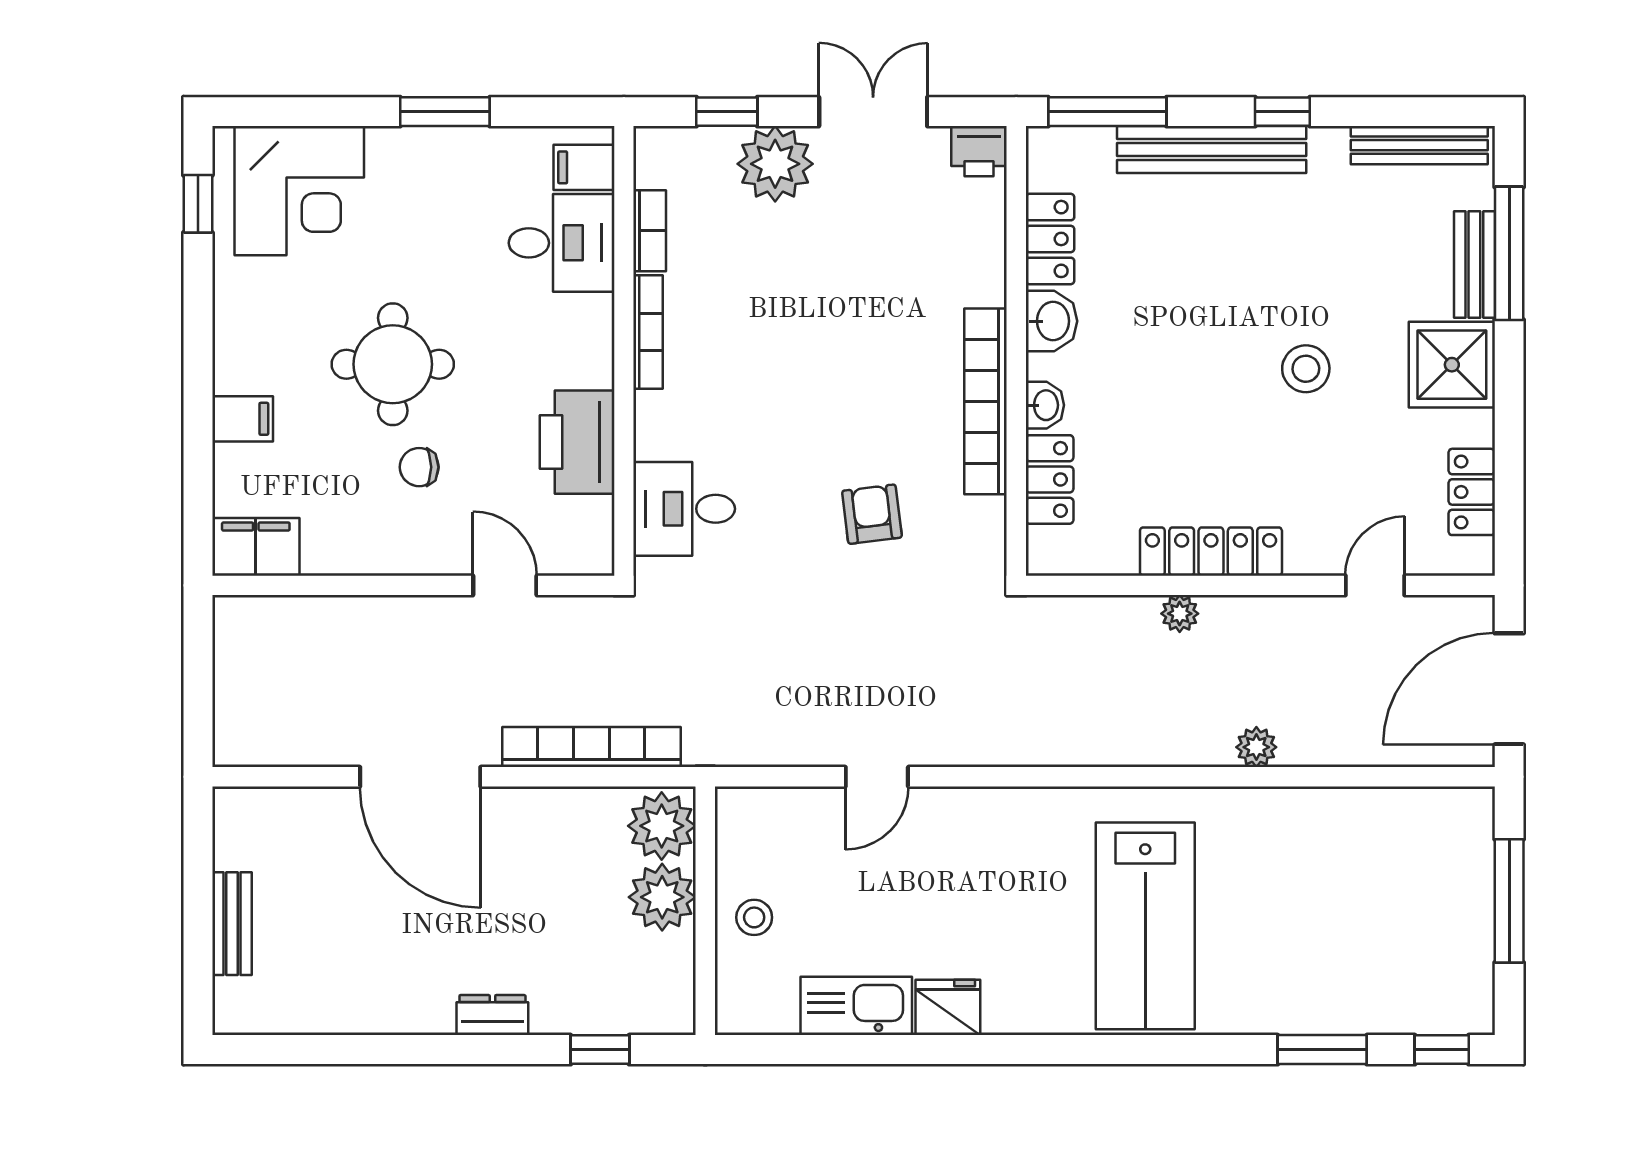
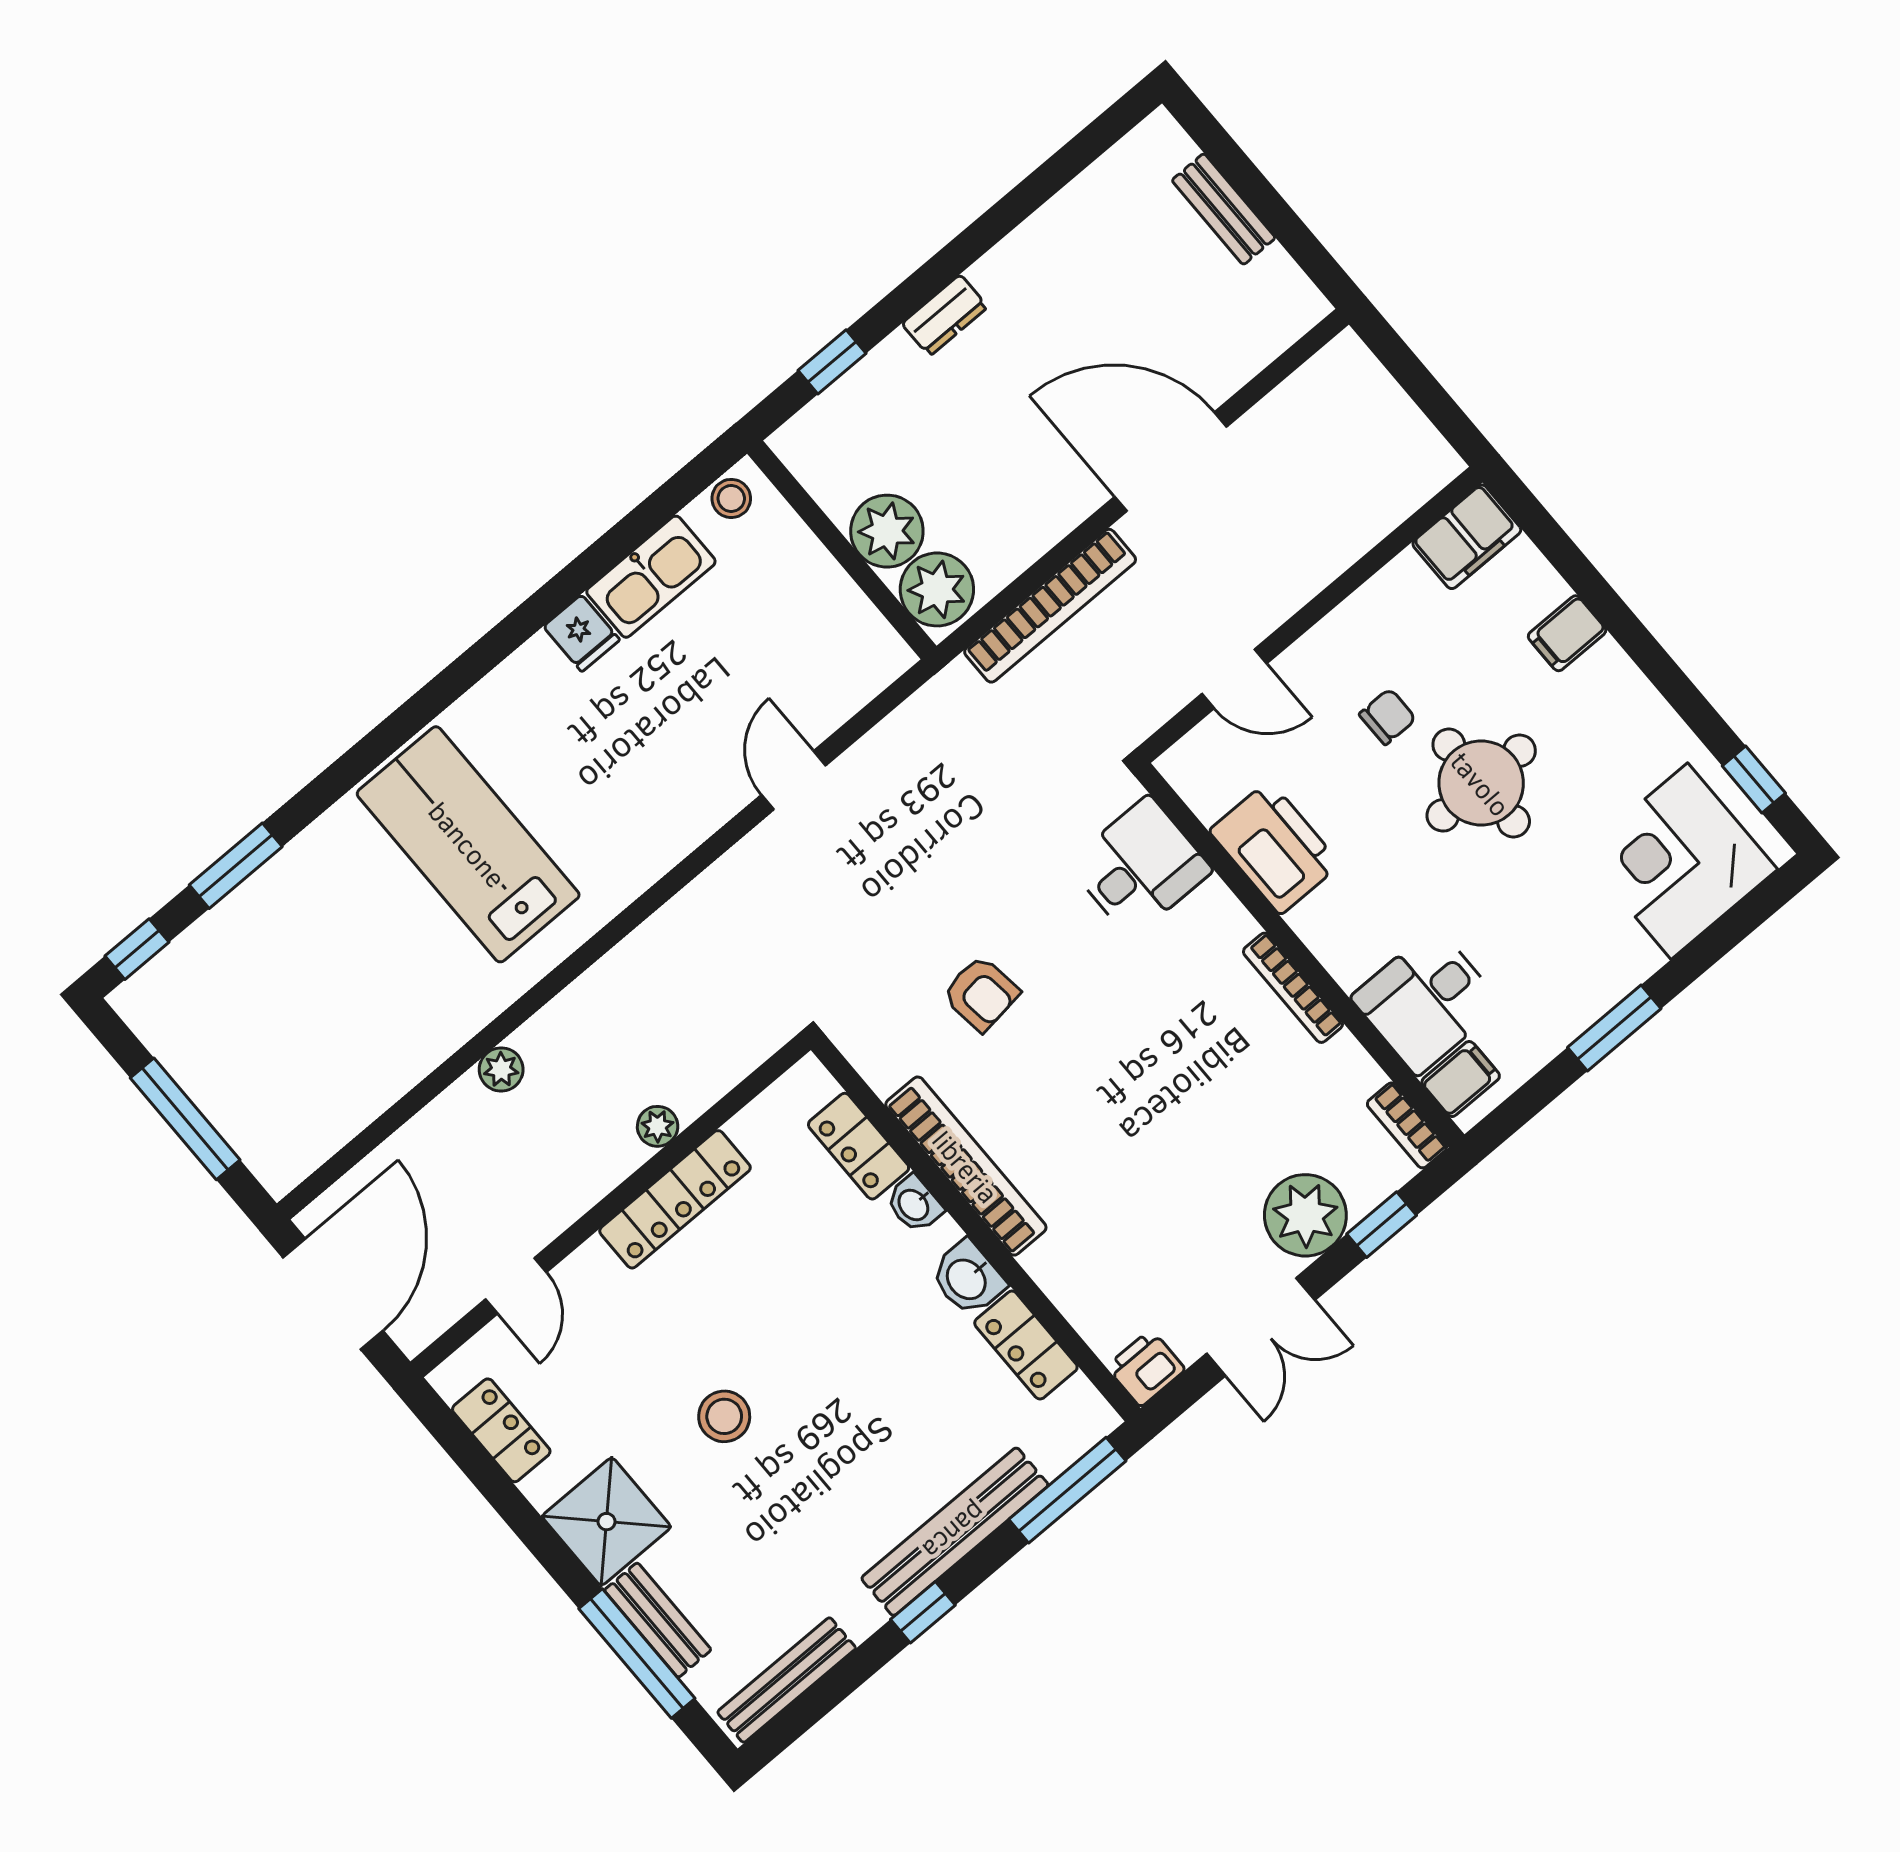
bookcase: (650, 231) -> (1407, 1125), moved
stool: (754, 917) -> (731, 498), moved
fridge: (948, 1007) -> (582, 633), width x0.72

